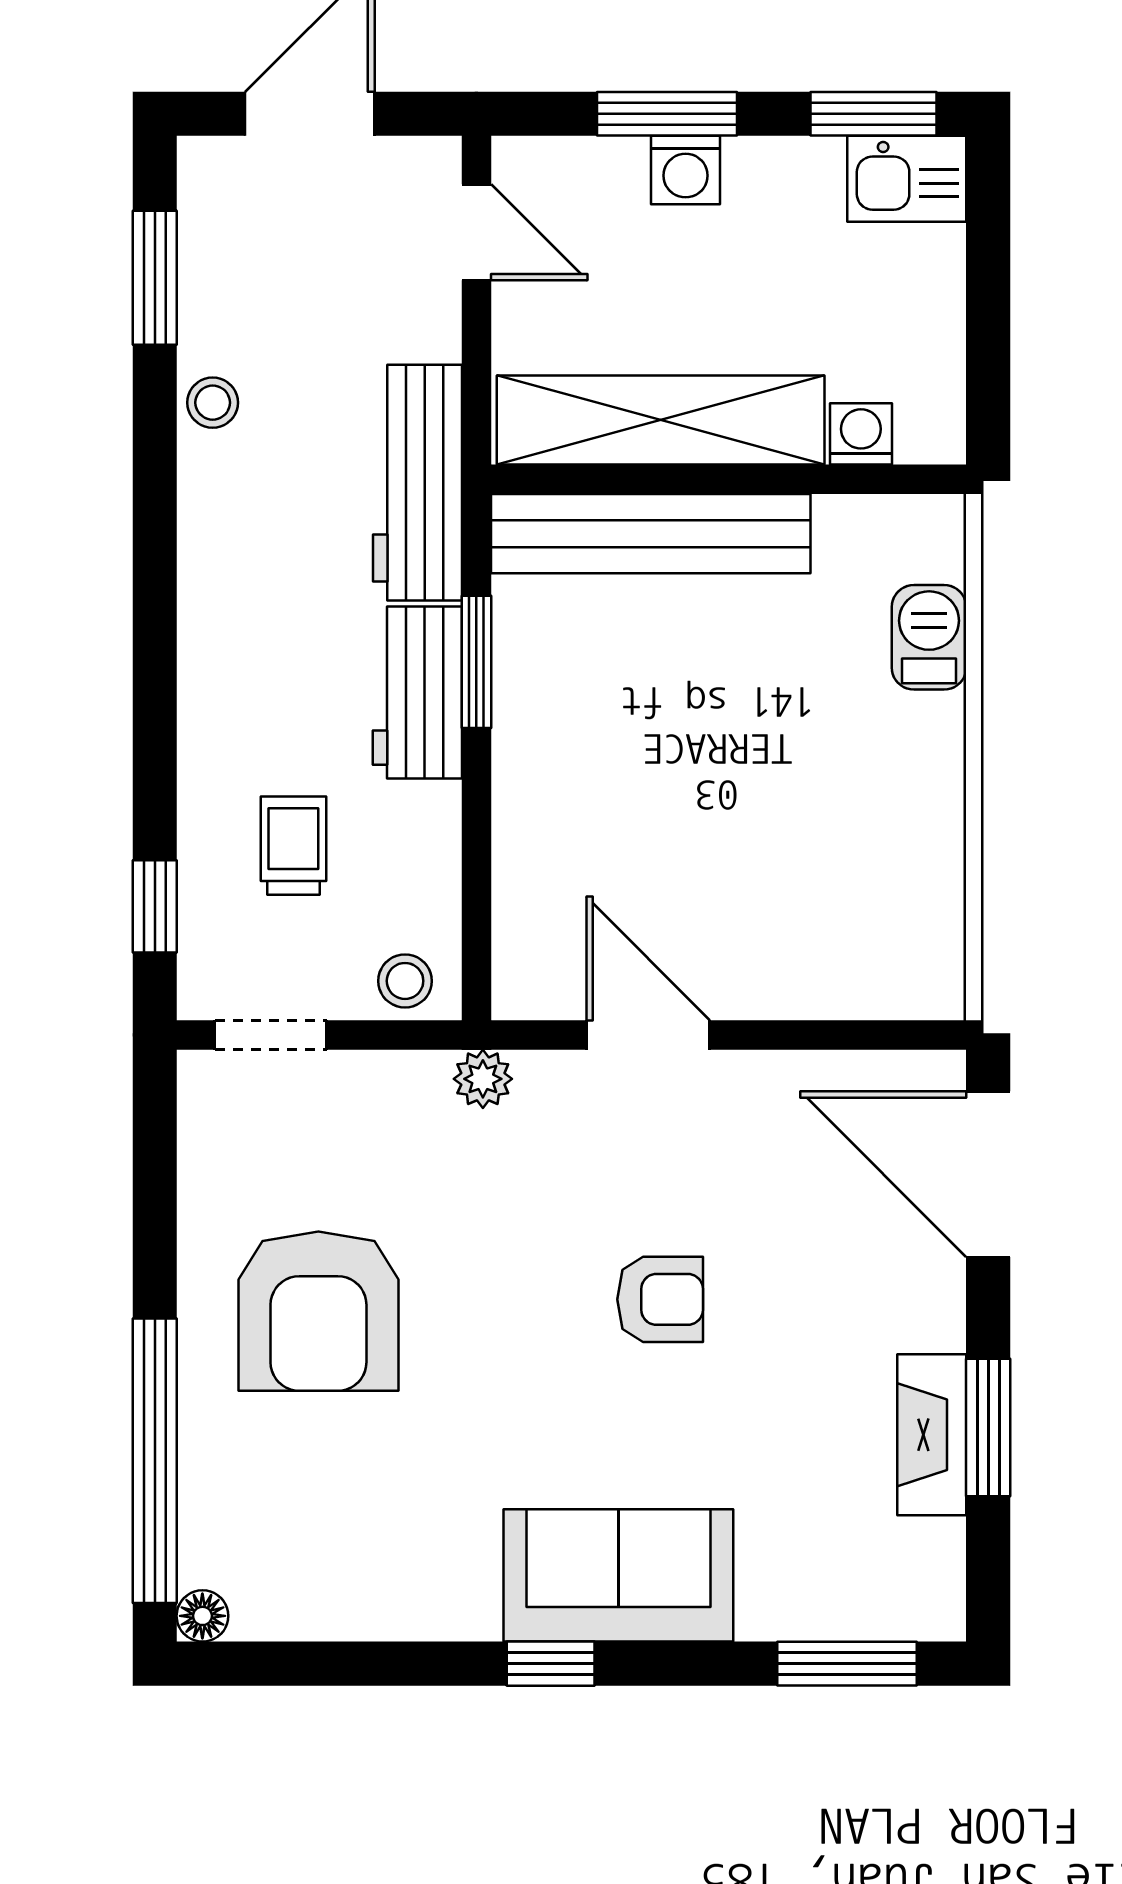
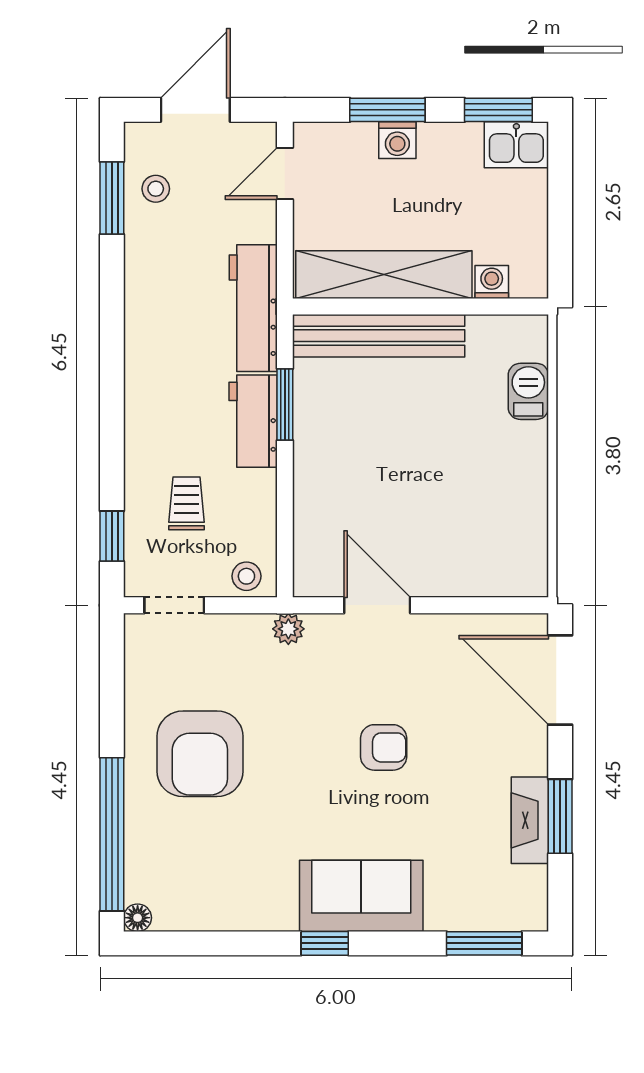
door: (476, 232) -> (285, 174), swing flipped
stool: (213, 403) -> (156, 189), moved

